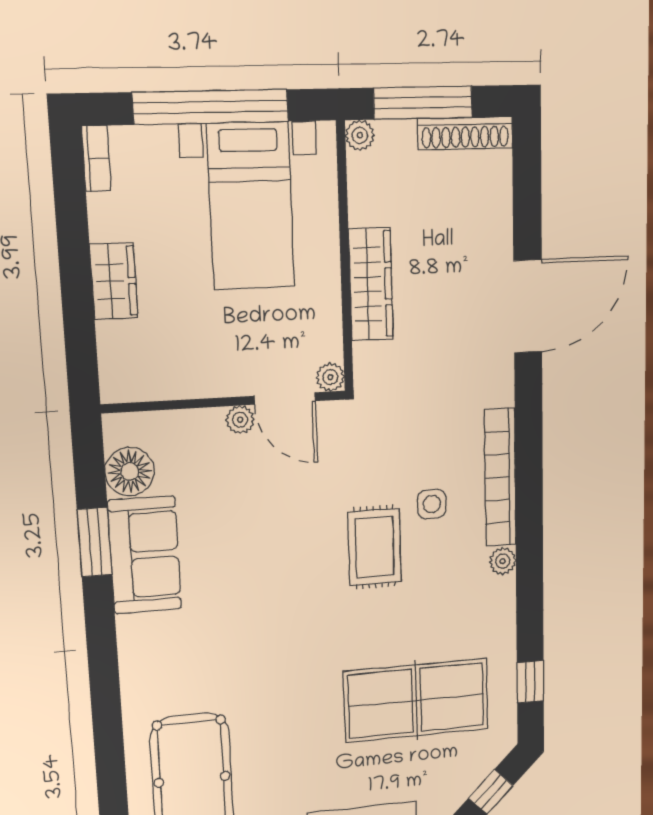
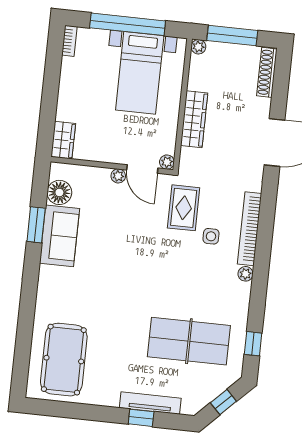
shoe rack: (465, 133) -> (267, 72), moved, turned 90
wardrobe: (114, 281) -> (63, 140), moved
rug: (375, 547) -> (184, 208), moved

